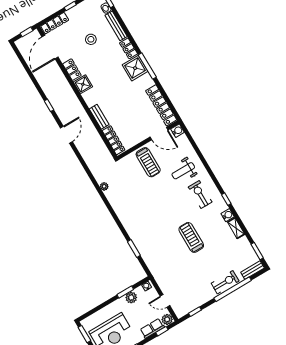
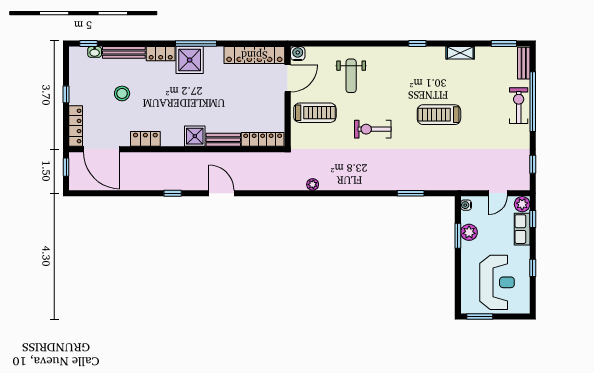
shower: (83, 84) -> (195, 136), moved
exercise bike: (200, 194) -> (373, 129), moved
water cooler: (228, 215) -> (438, 53), removed

